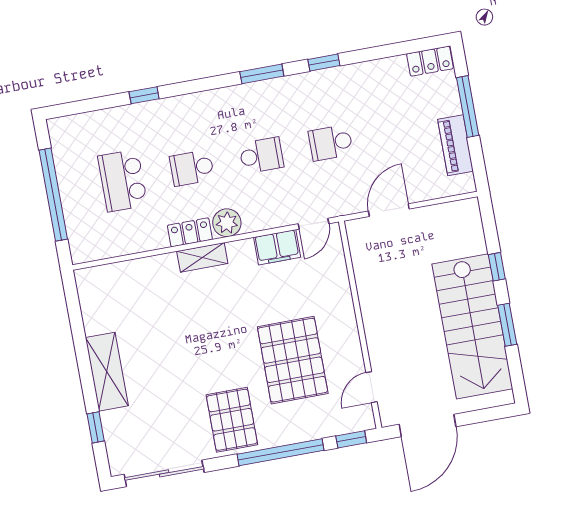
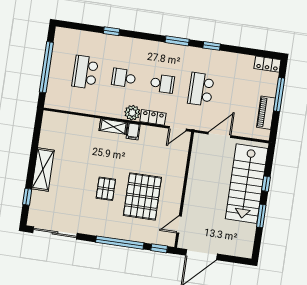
school desk: (331, 143) -> (201, 89), width x1.85
locker: (190, 232) -> (153, 117), moved
filing cabinet: (277, 247) -> (133, 131), moved, width x0.50
stairs: (472, 326) -> (247, 184), moved
pallet: (232, 420) -> (106, 189), moved, width x0.67, depth x0.71

